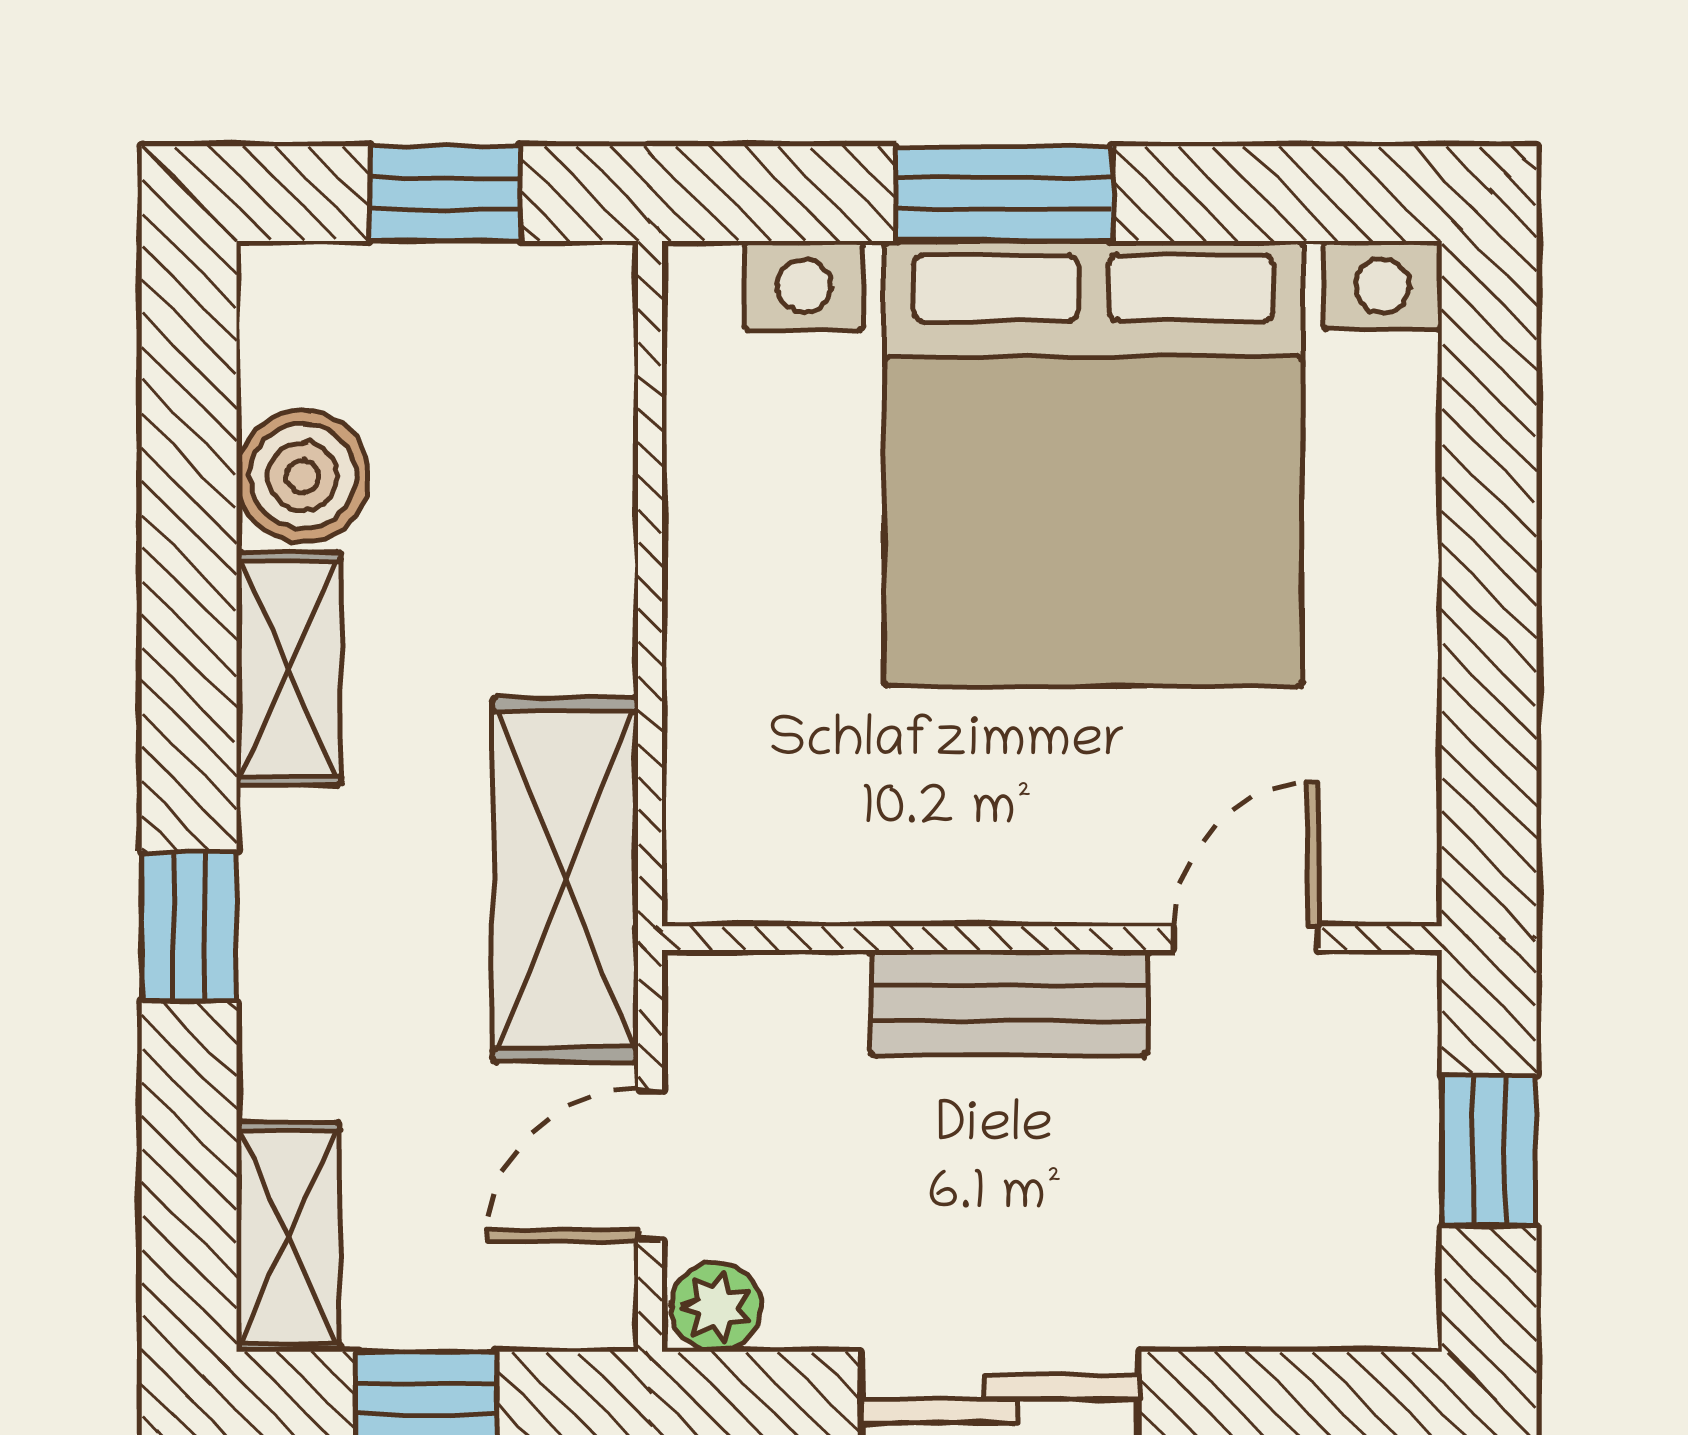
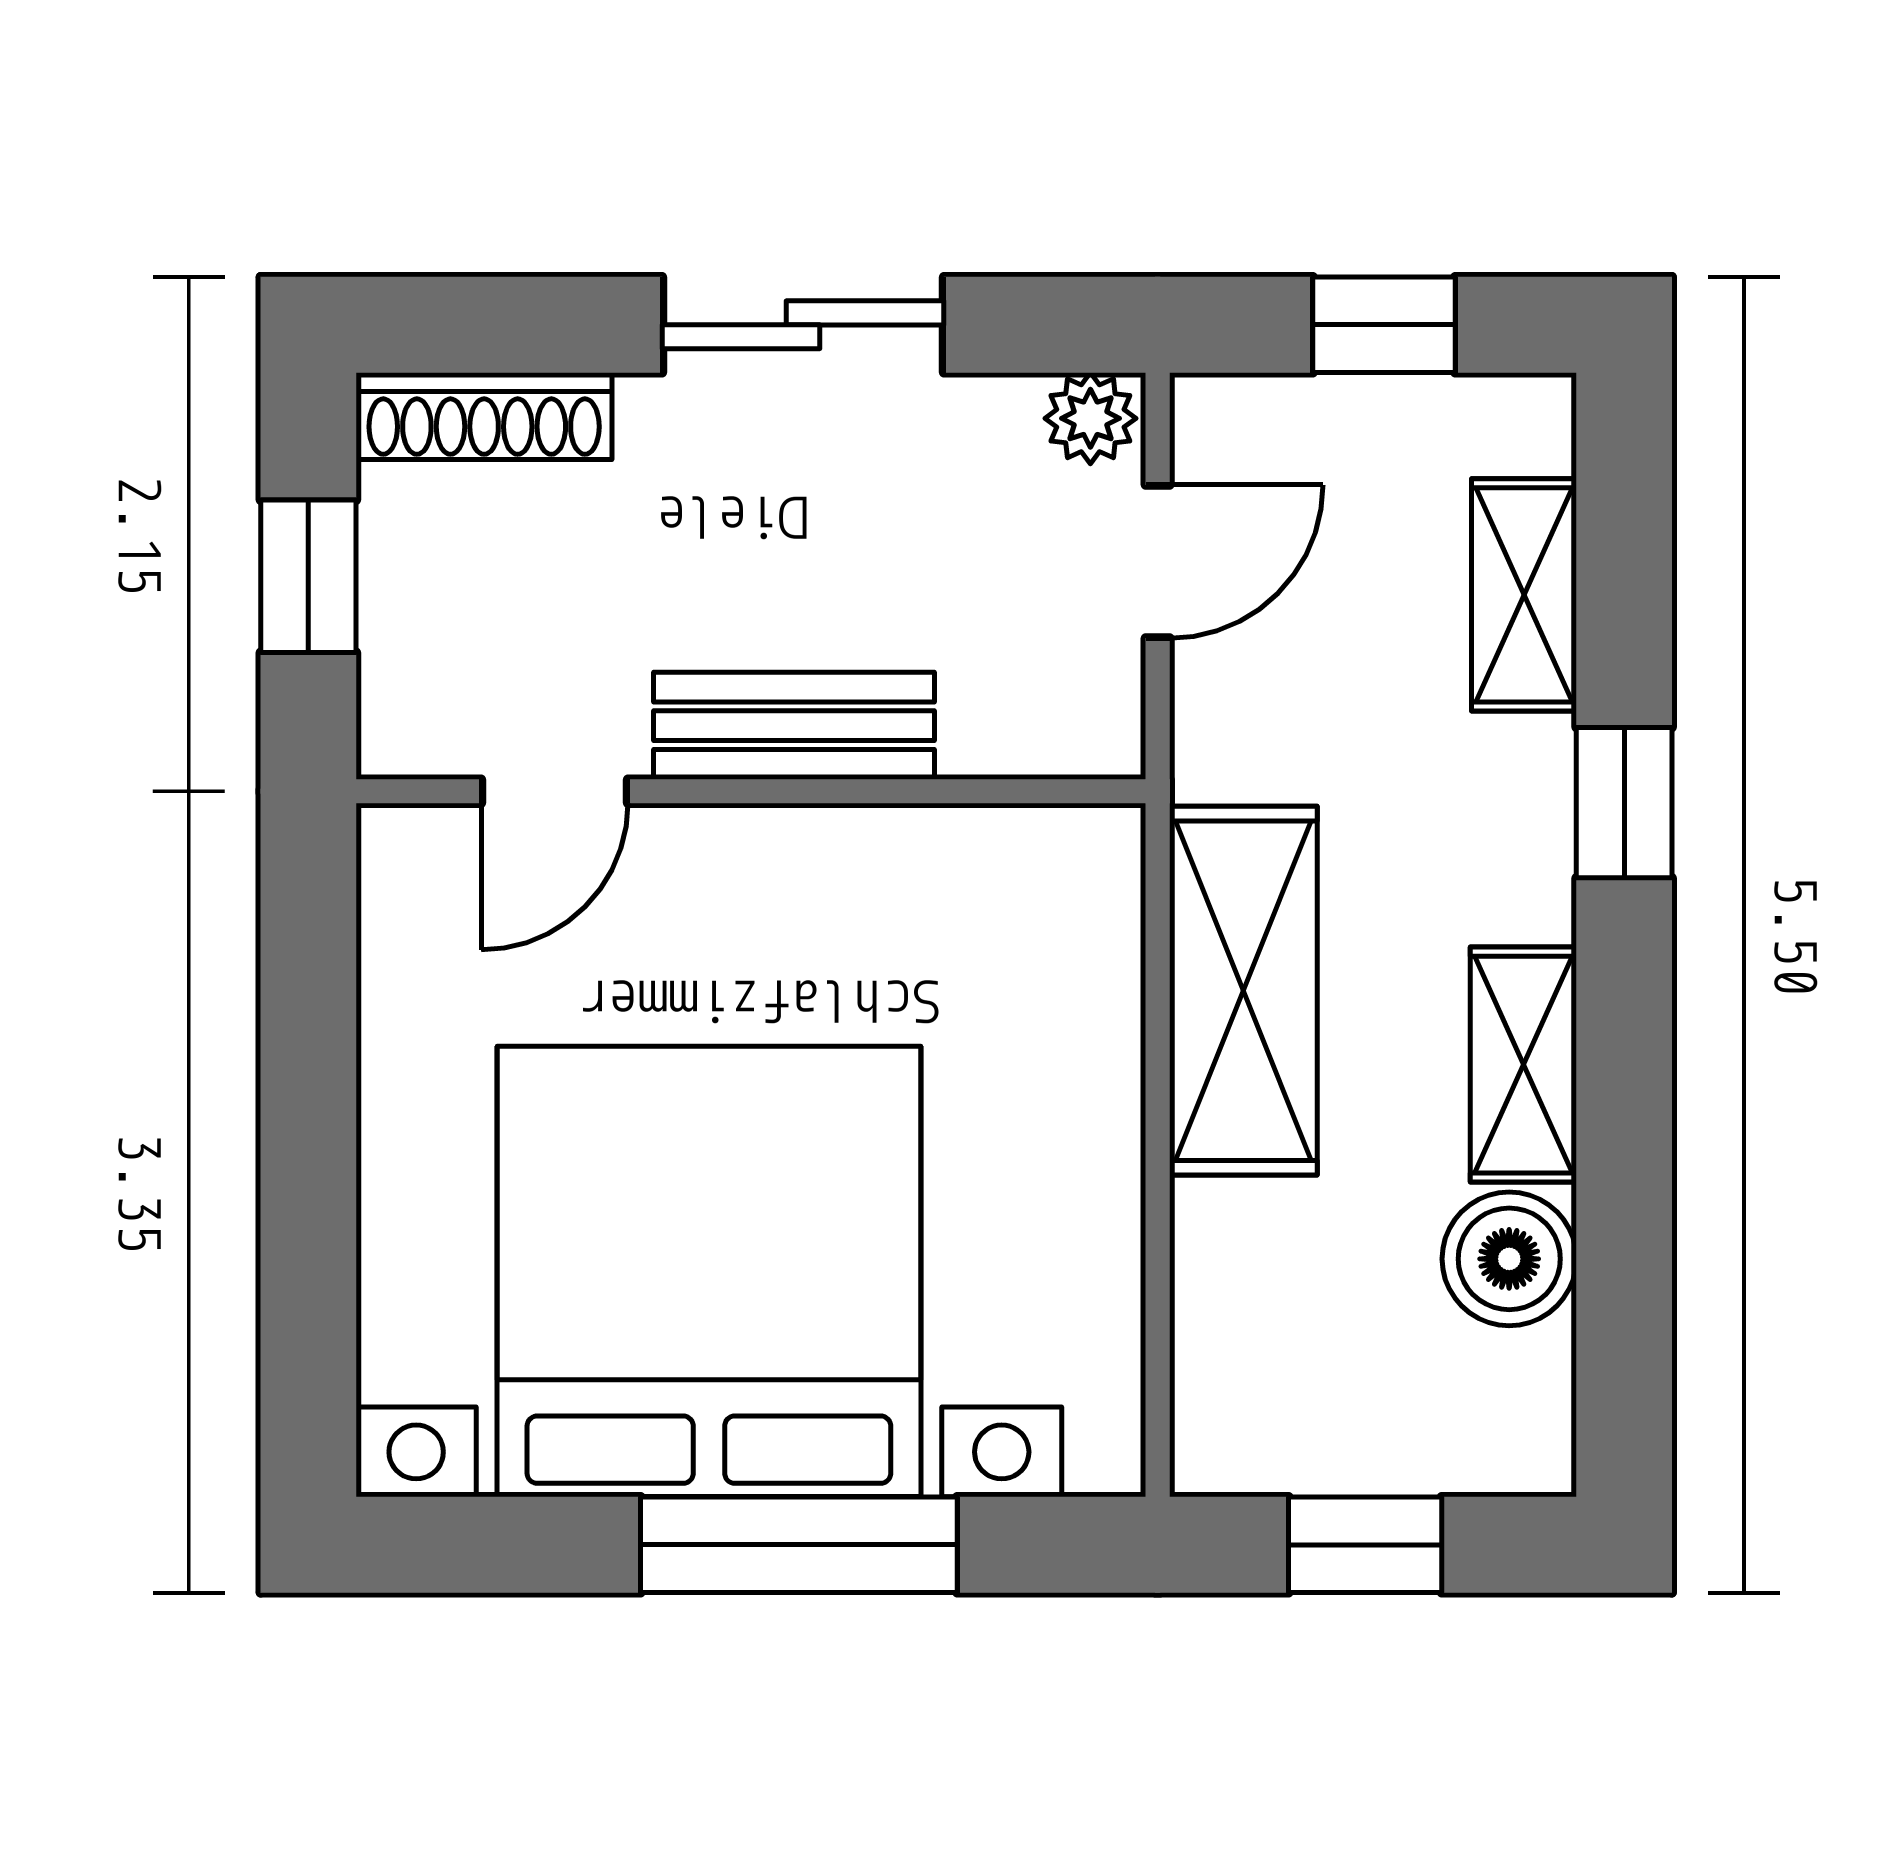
window: (1004, 194) -> (799, 1545), width x1.44
shelving: (565, 880) -> (1243, 991), moved
shelving: (288, 1237) -> (1524, 595), moved
shoe rack: (1315, 1309) -> (484, 416), added

